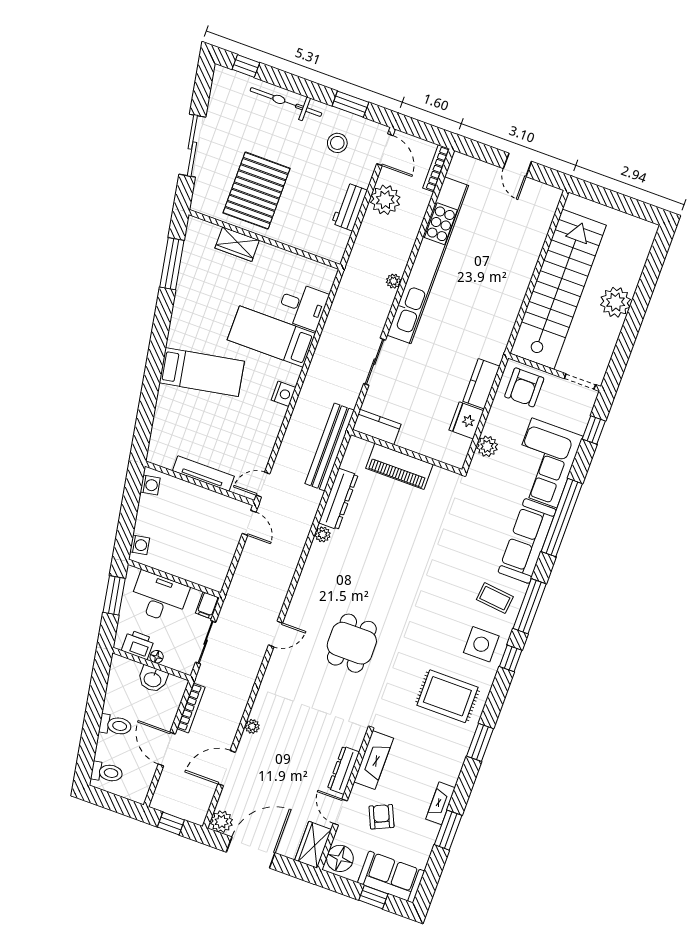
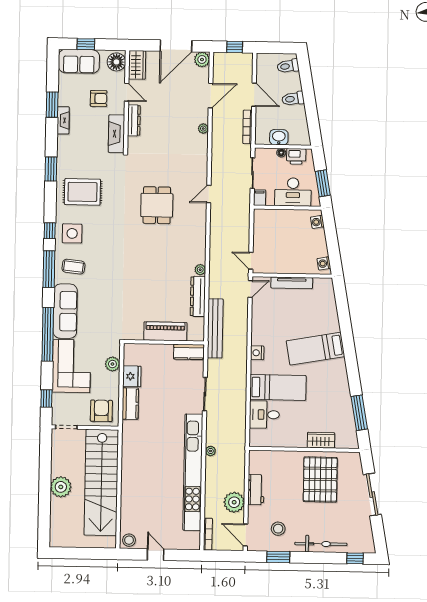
stool: (547, 197) -> (129, 540), added
armchair: (381, 817) -> (99, 98), turned -66

